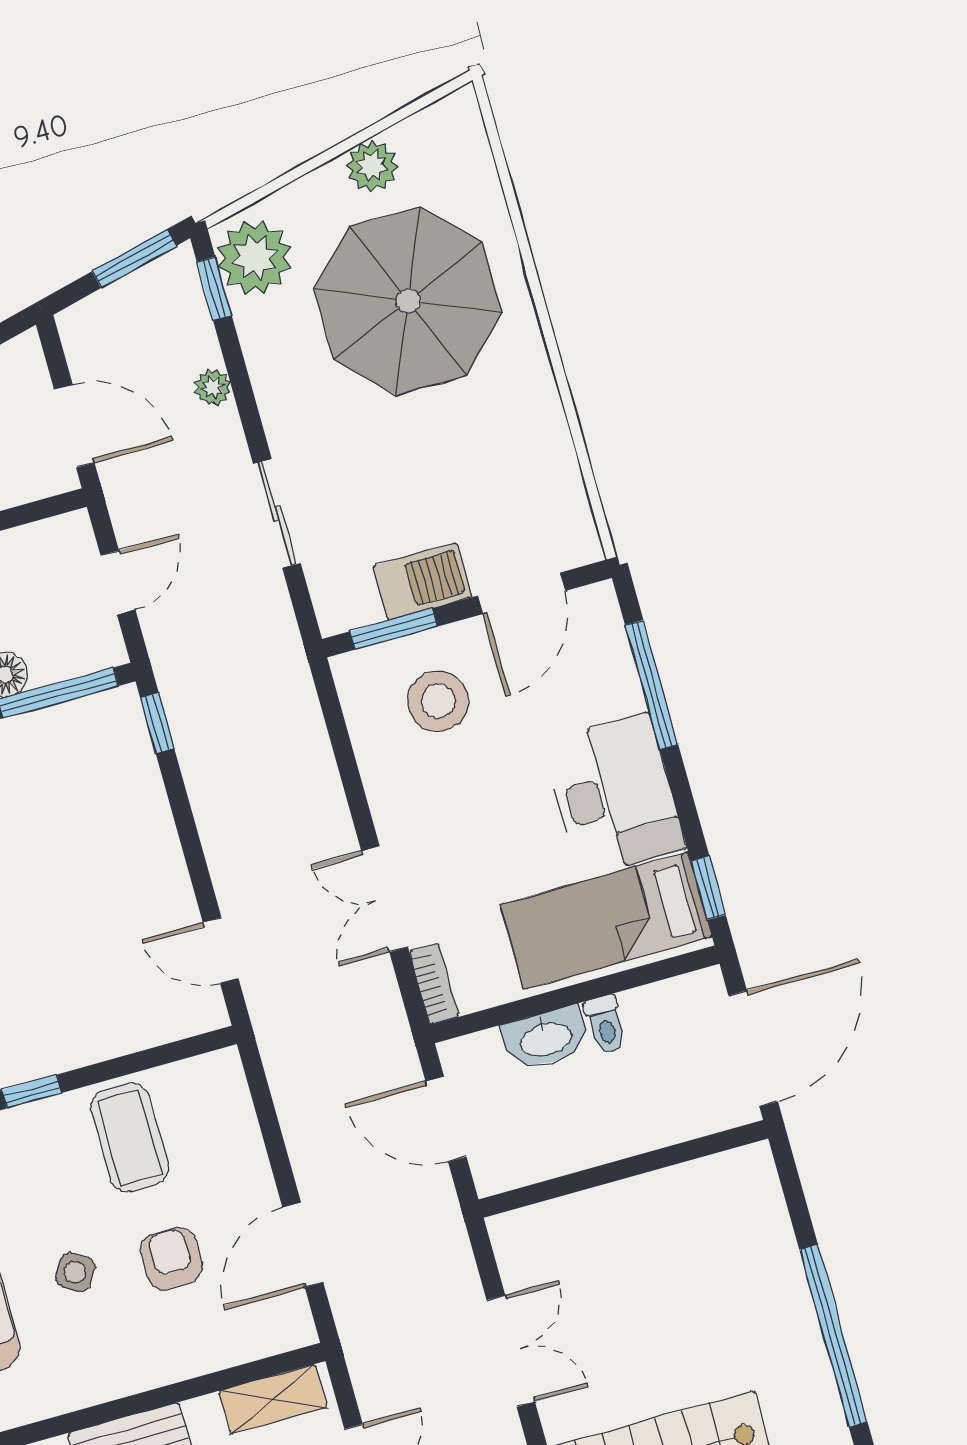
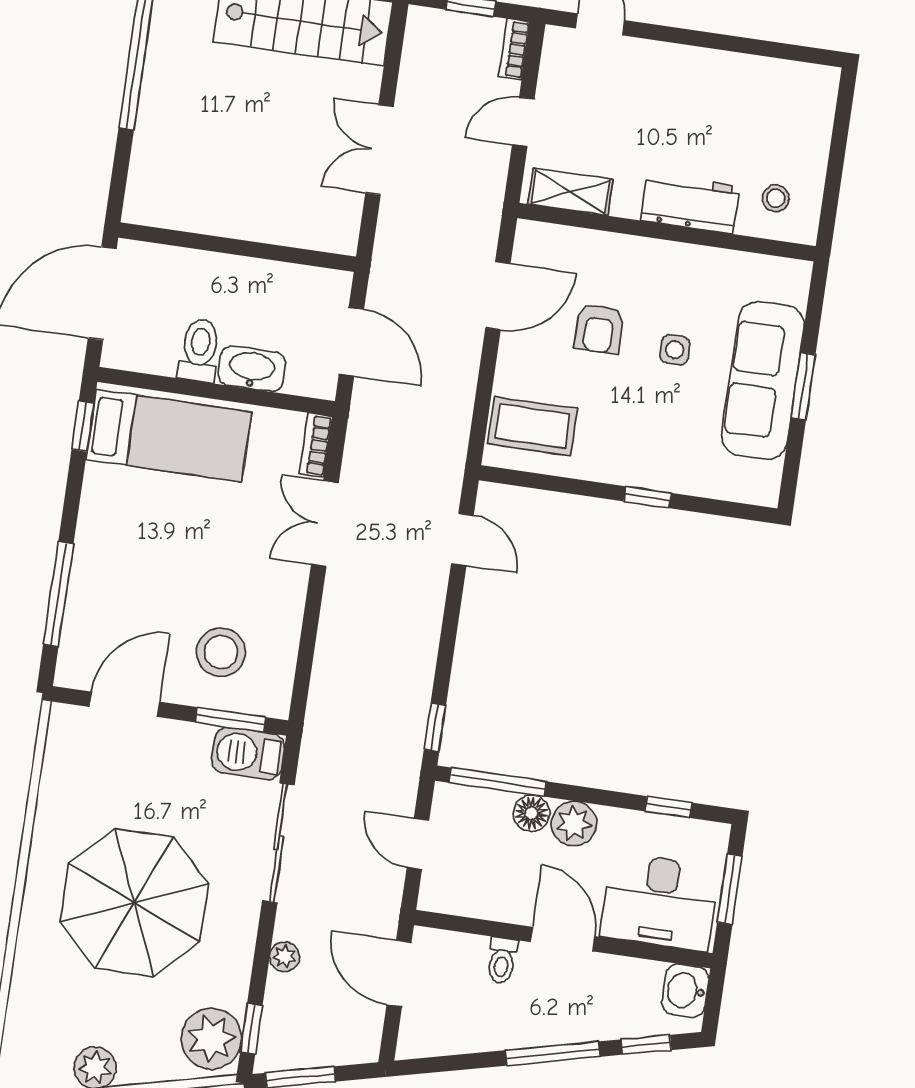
parasol: (408, 301) -> (134, 903), moved
sliding door: (277, 513) -> (278, 843), width x1.37
barbecue: (422, 581) -> (248, 753), moved
door: (118, 583) -> (418, 844), hinge flipped
desk: (614, 795) -> (122, 525), removed
double door: (385, 899) -> (325, 524), swing flipped
toilet: (605, 1024) -> (199, 350), width x1.37, depth x1.39
coffee table: (130, 1137) -> (532, 426), moved, turned 90
side table: (75, 1272) -> (675, 350), turned -33

